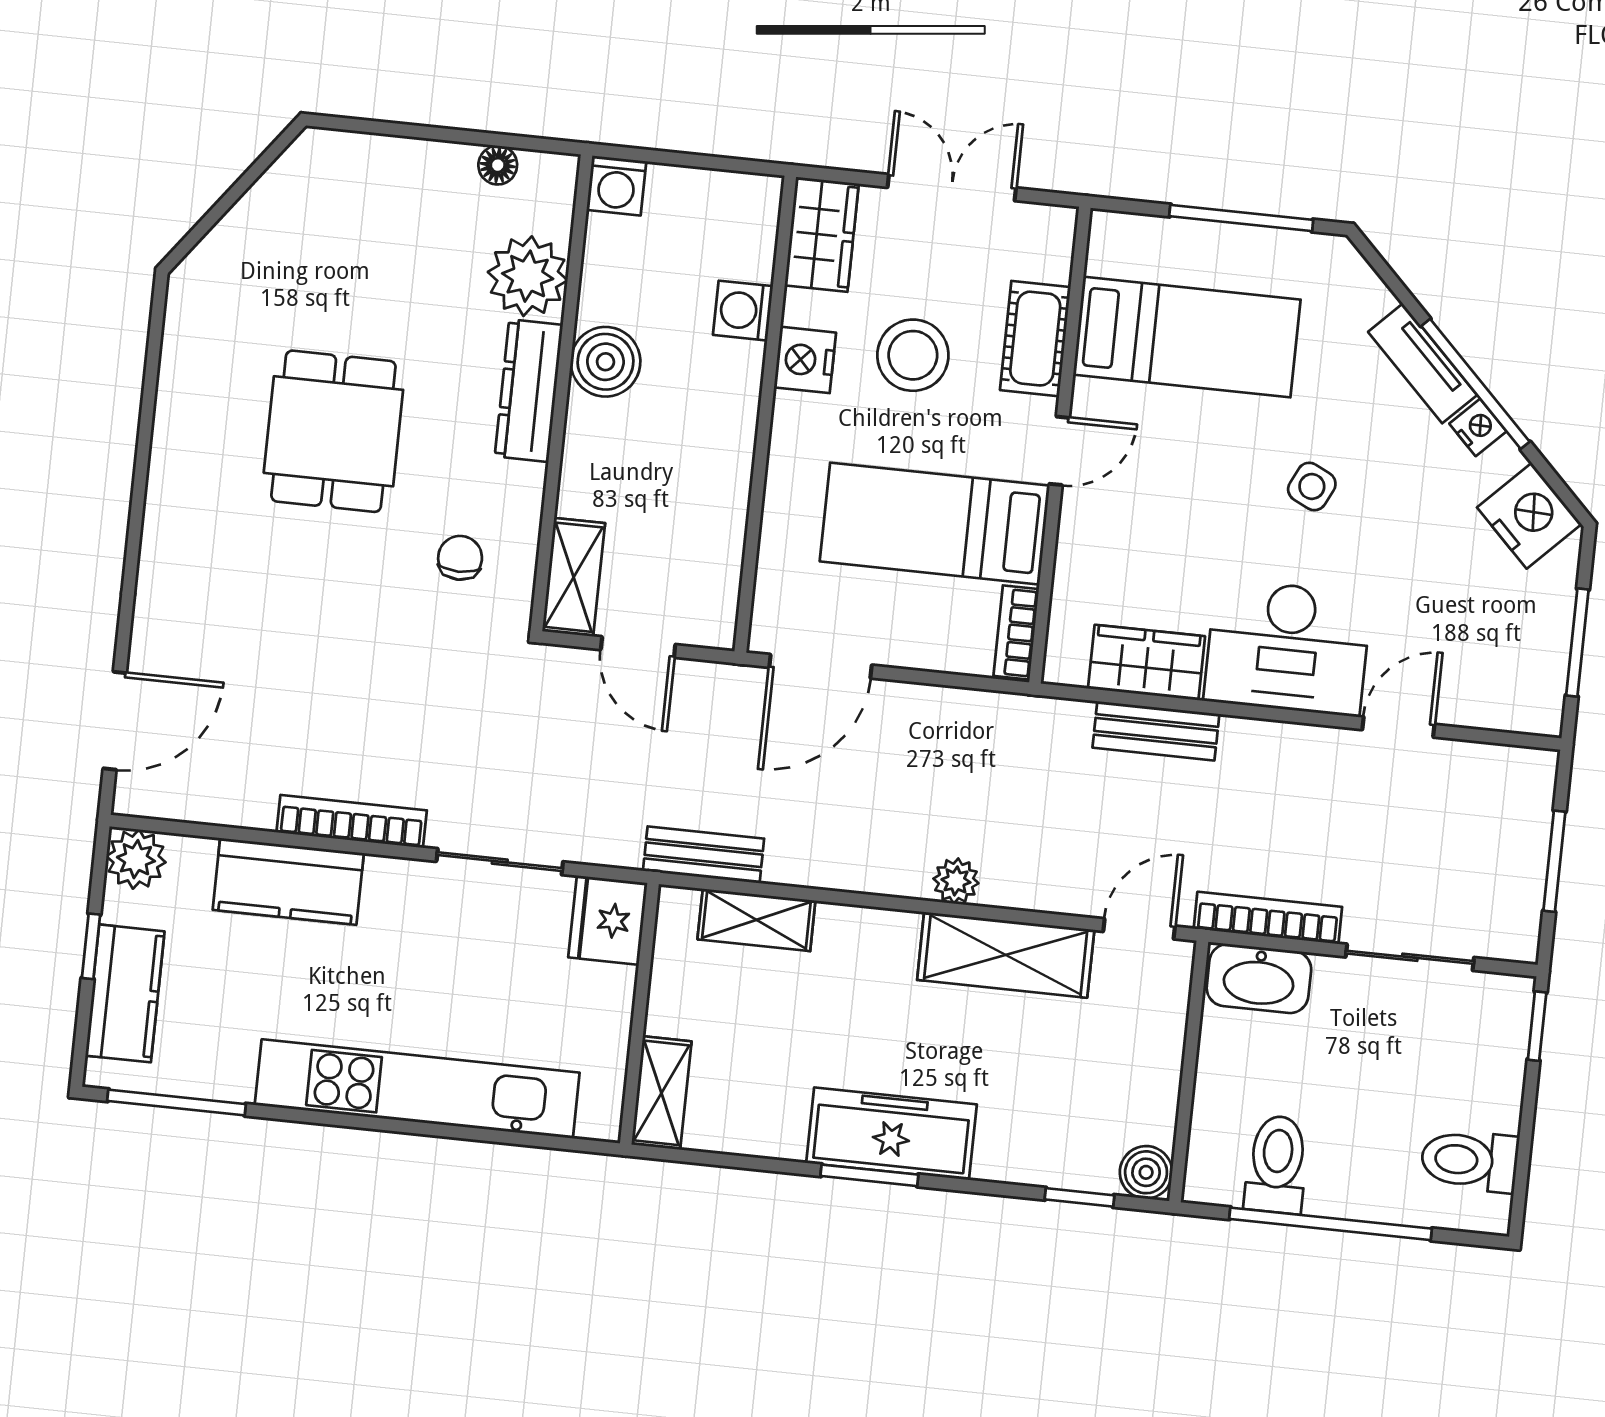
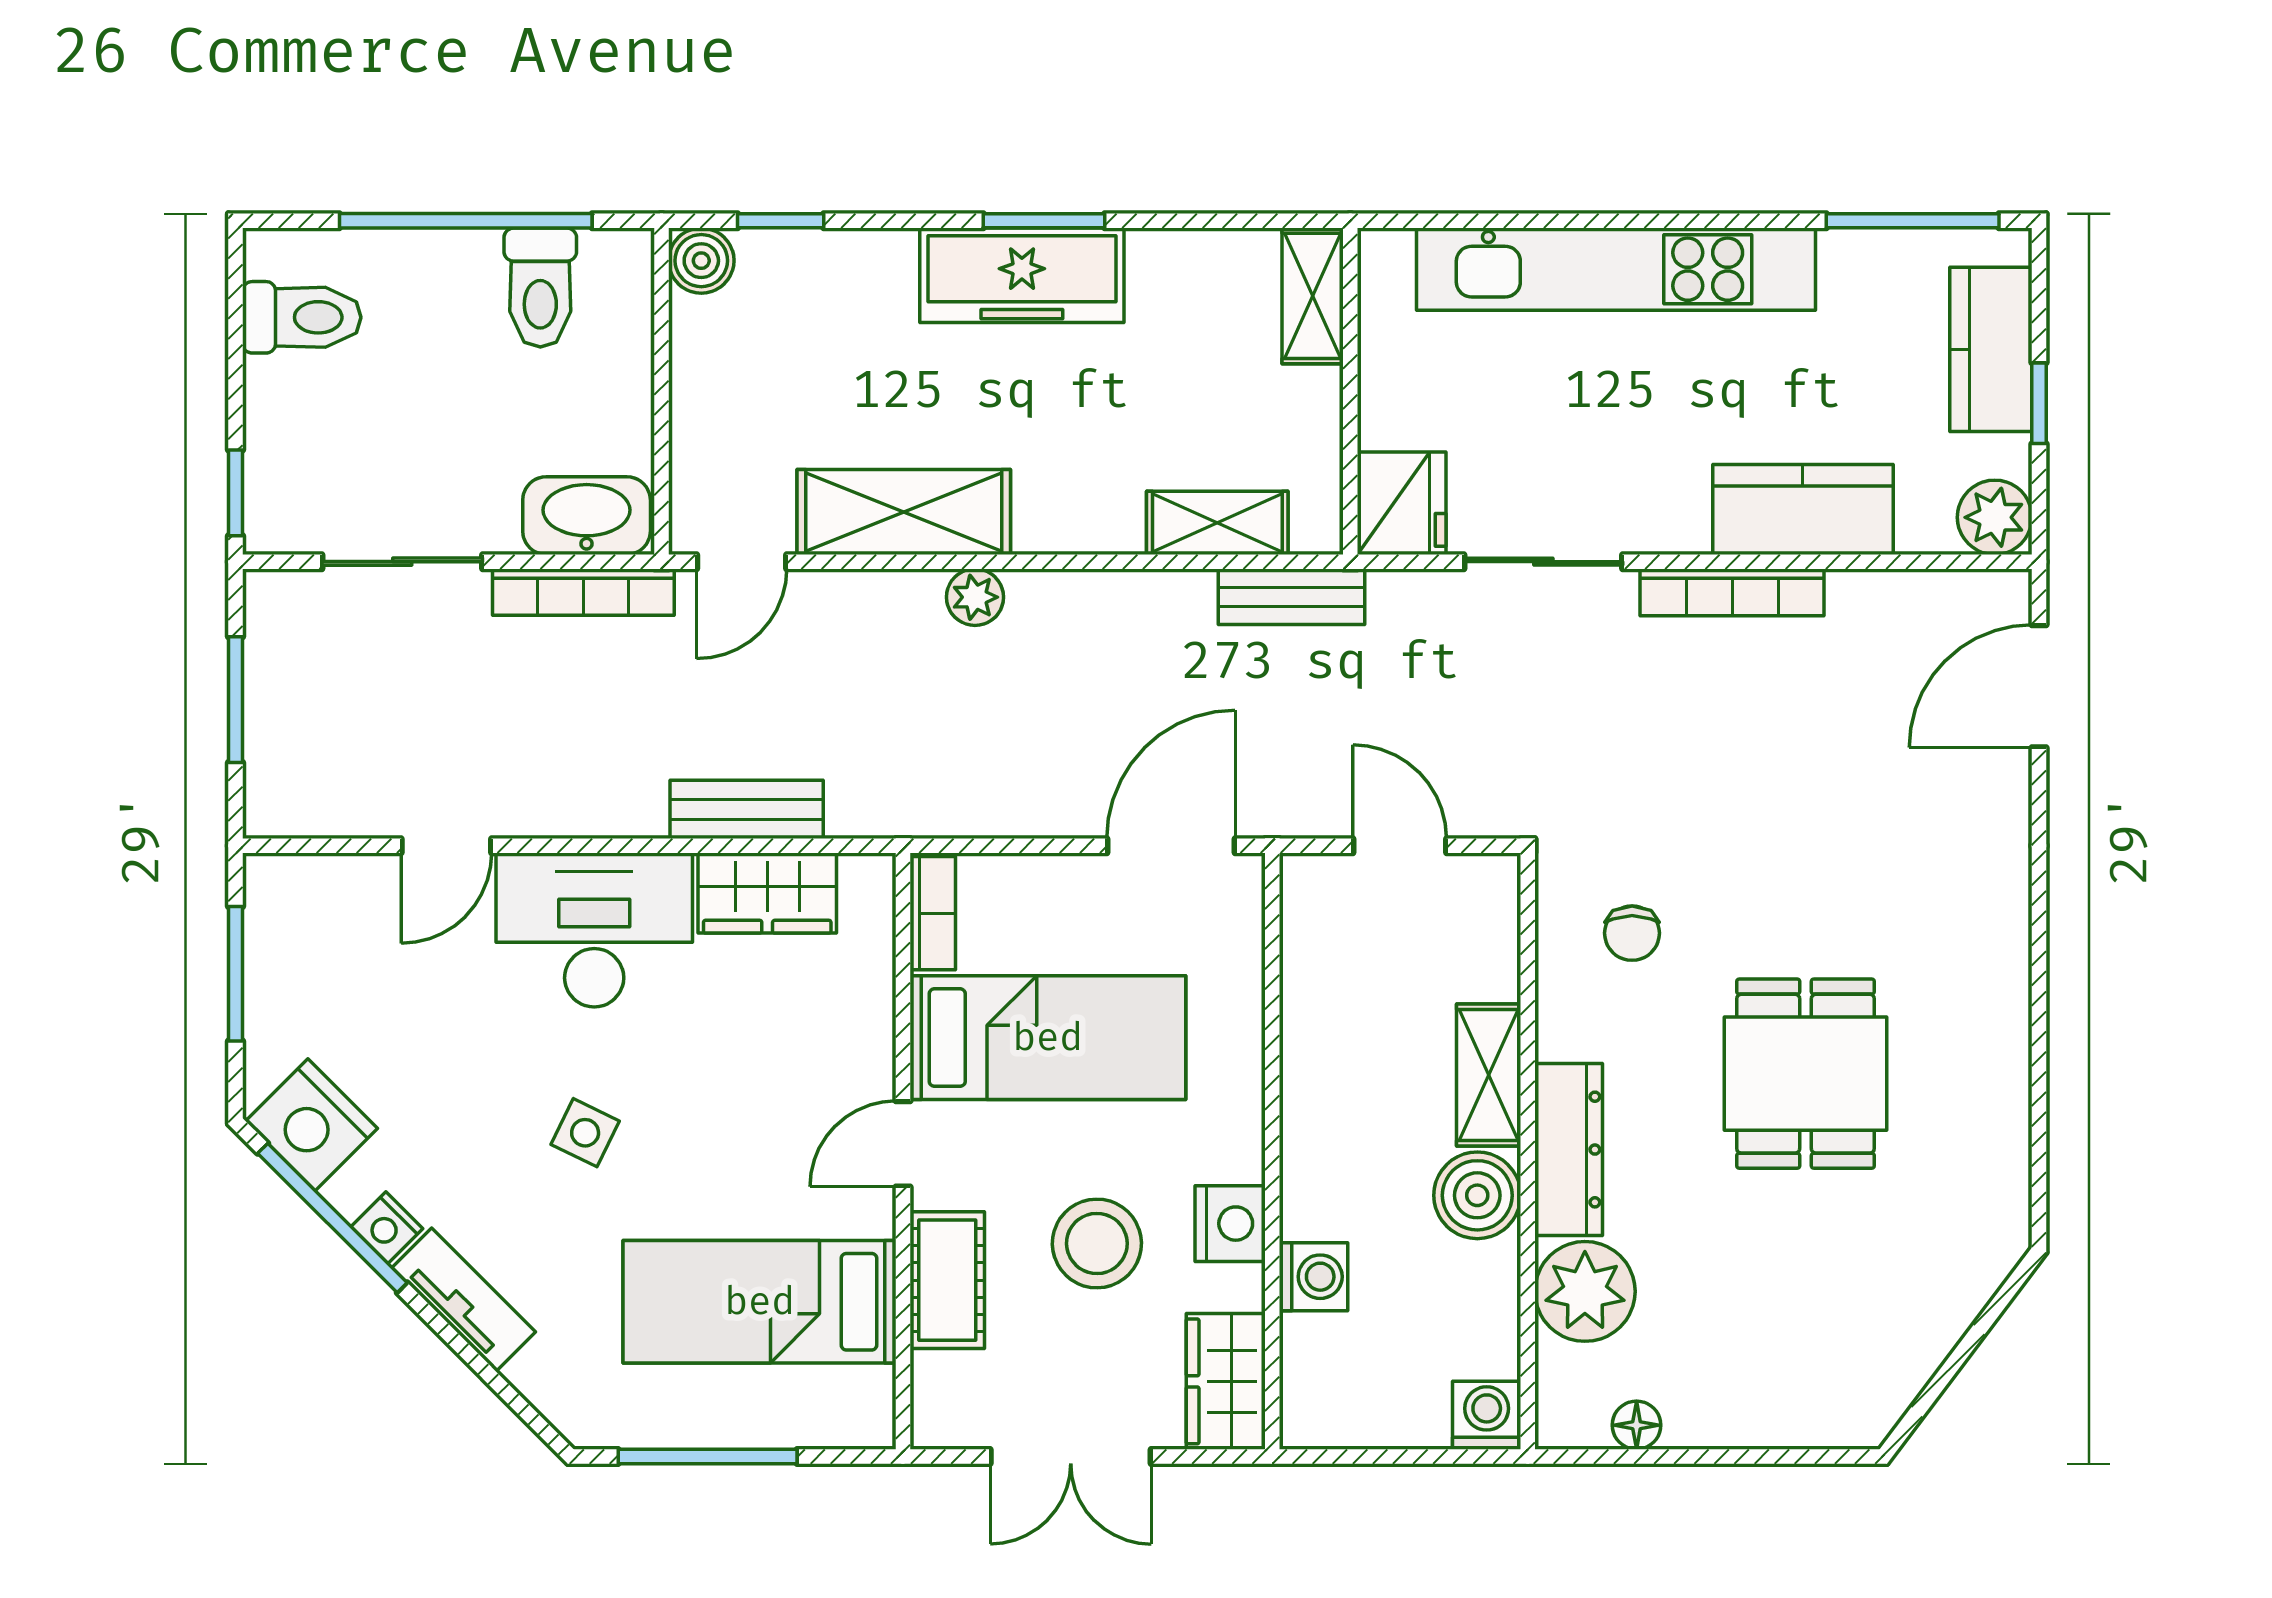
window: (1475, 384) -> (332, 1218), moved
shelving: (574, 577) -> (1489, 1075), moved

